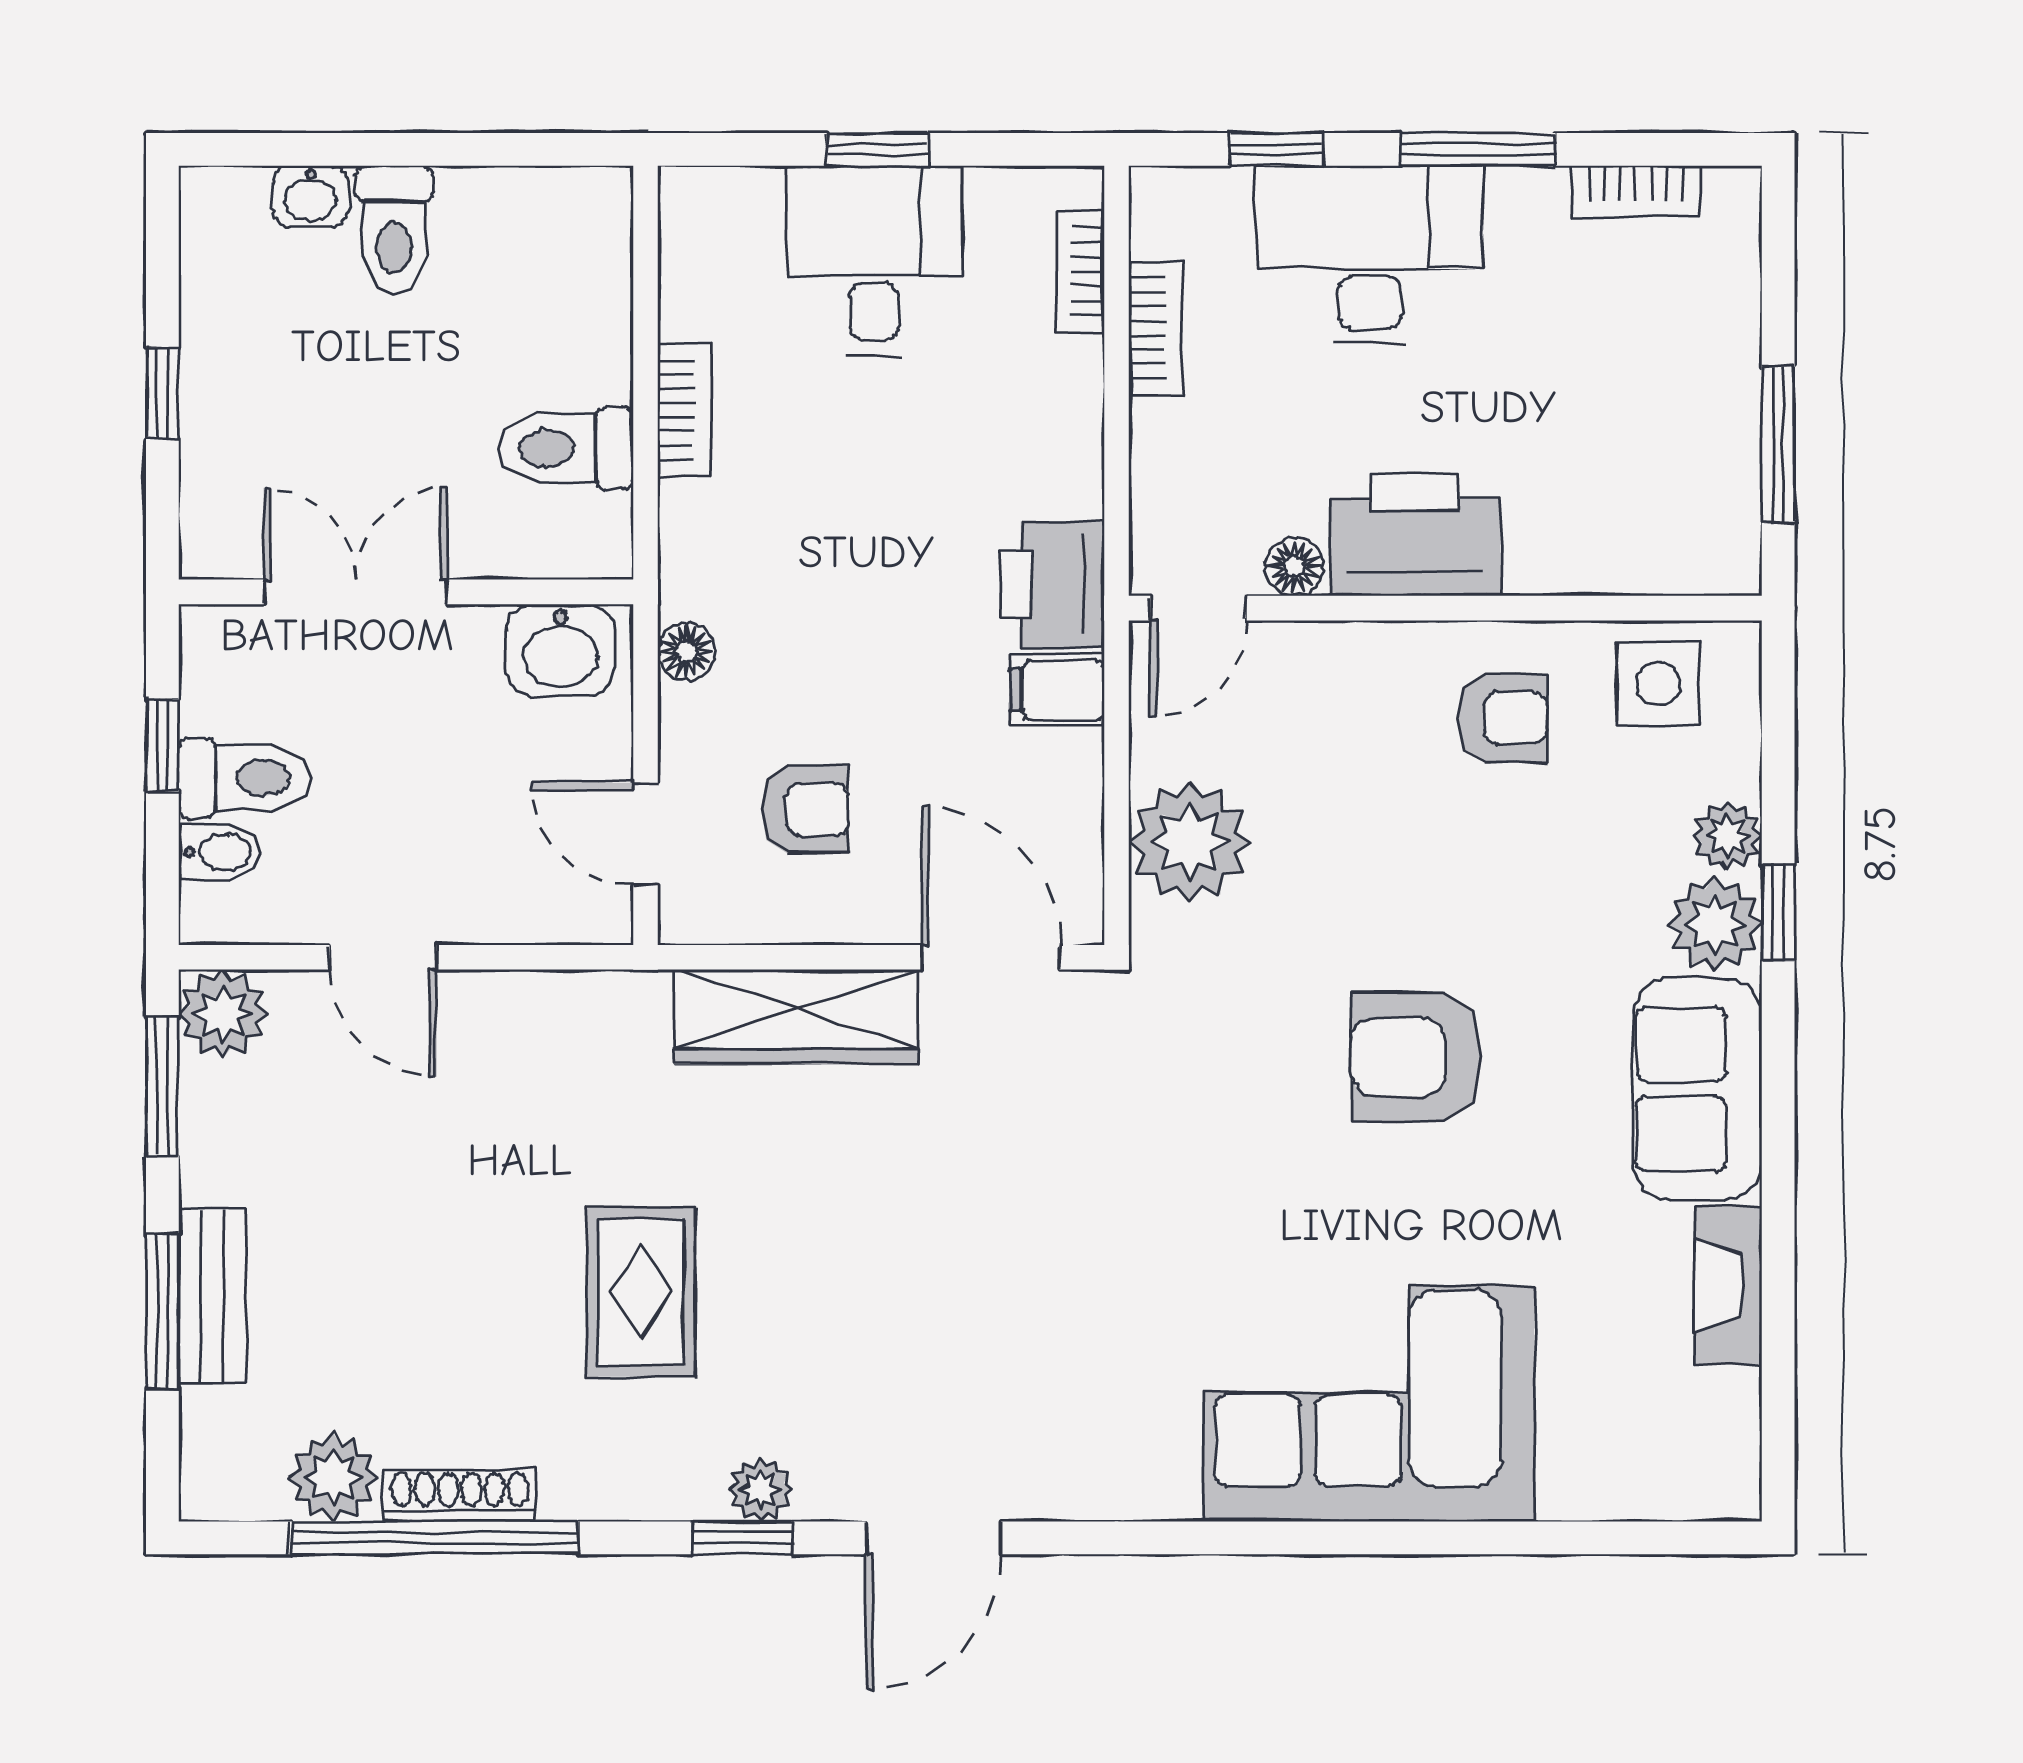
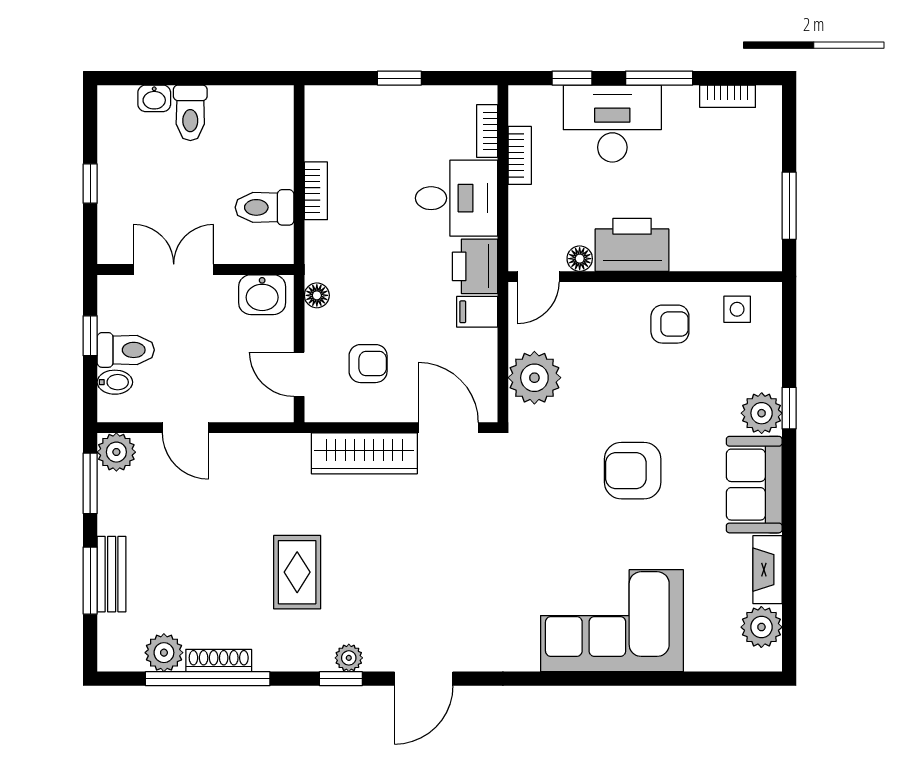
desk: (874, 261) -> (457, 198), moved, turned 90
side table: (1658, 684) -> (737, 309), width x0.73, depth x0.73
plant: (1727, 836) -> (761, 627), moved, width x1.38, depth x1.38

